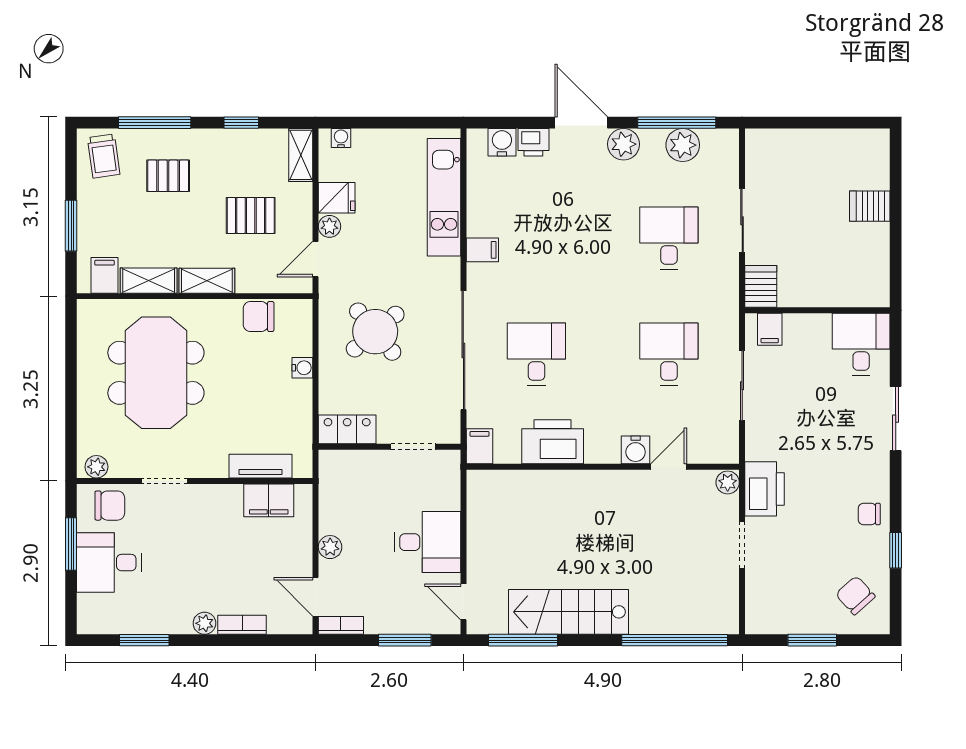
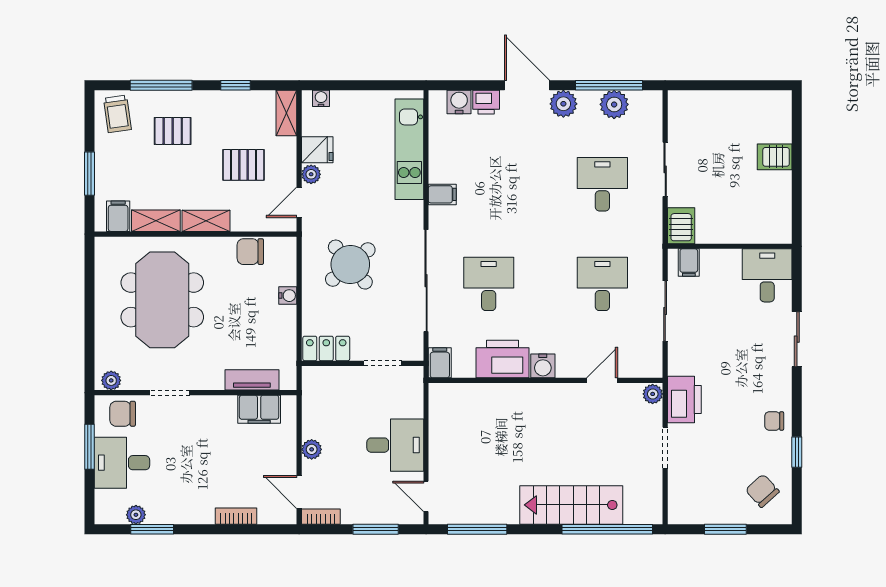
water cooler: (636, 450) -> (543, 366), moved
chair: (110, 506) -> (123, 414), turned 180
stairs: (569, 612) -> (571, 505), moved
plant: (204, 623) -> (136, 515), moved

